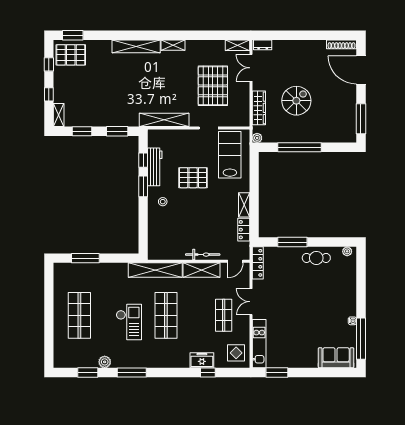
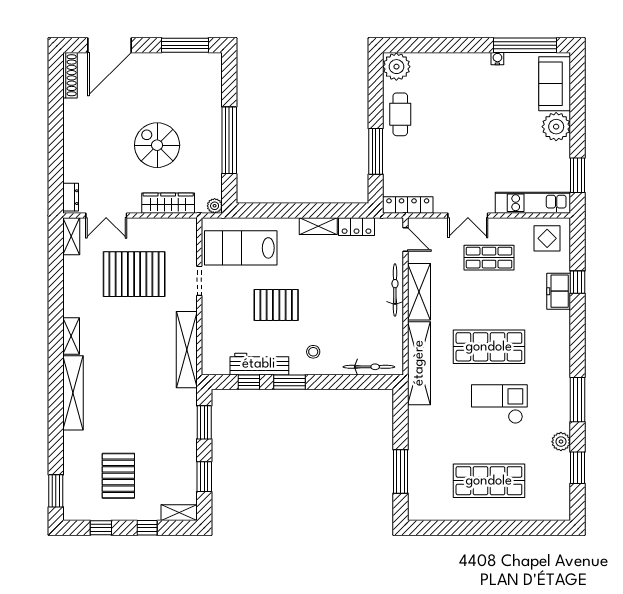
pallet: (71, 55) -> (118, 476), moved
pallet: (193, 178) -> (276, 305), turned 90
bicycle: (153, 238) -> (369, 367), added
plant: (347, 251) -> (396, 67), width x1.87, depth x1.87
plant: (308, 359) -> (556, 127), added

